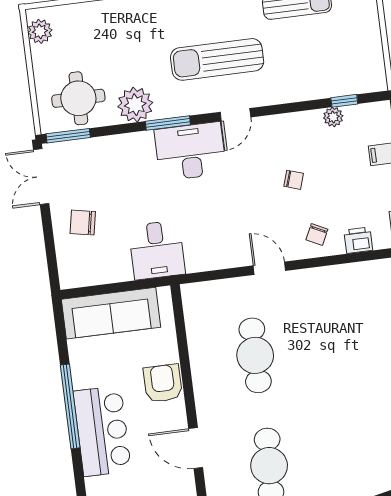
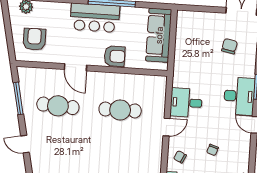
chair: (83, 222) -> (229, 46), moved
desk: (157, 250) -> (186, 103), moved
door: (196, 448) -> (75, 67), swing flipped

